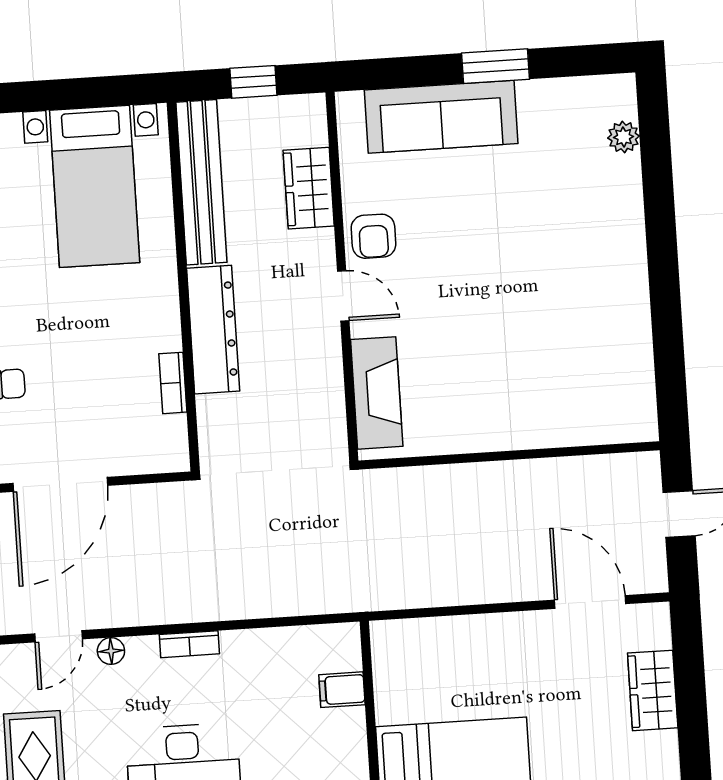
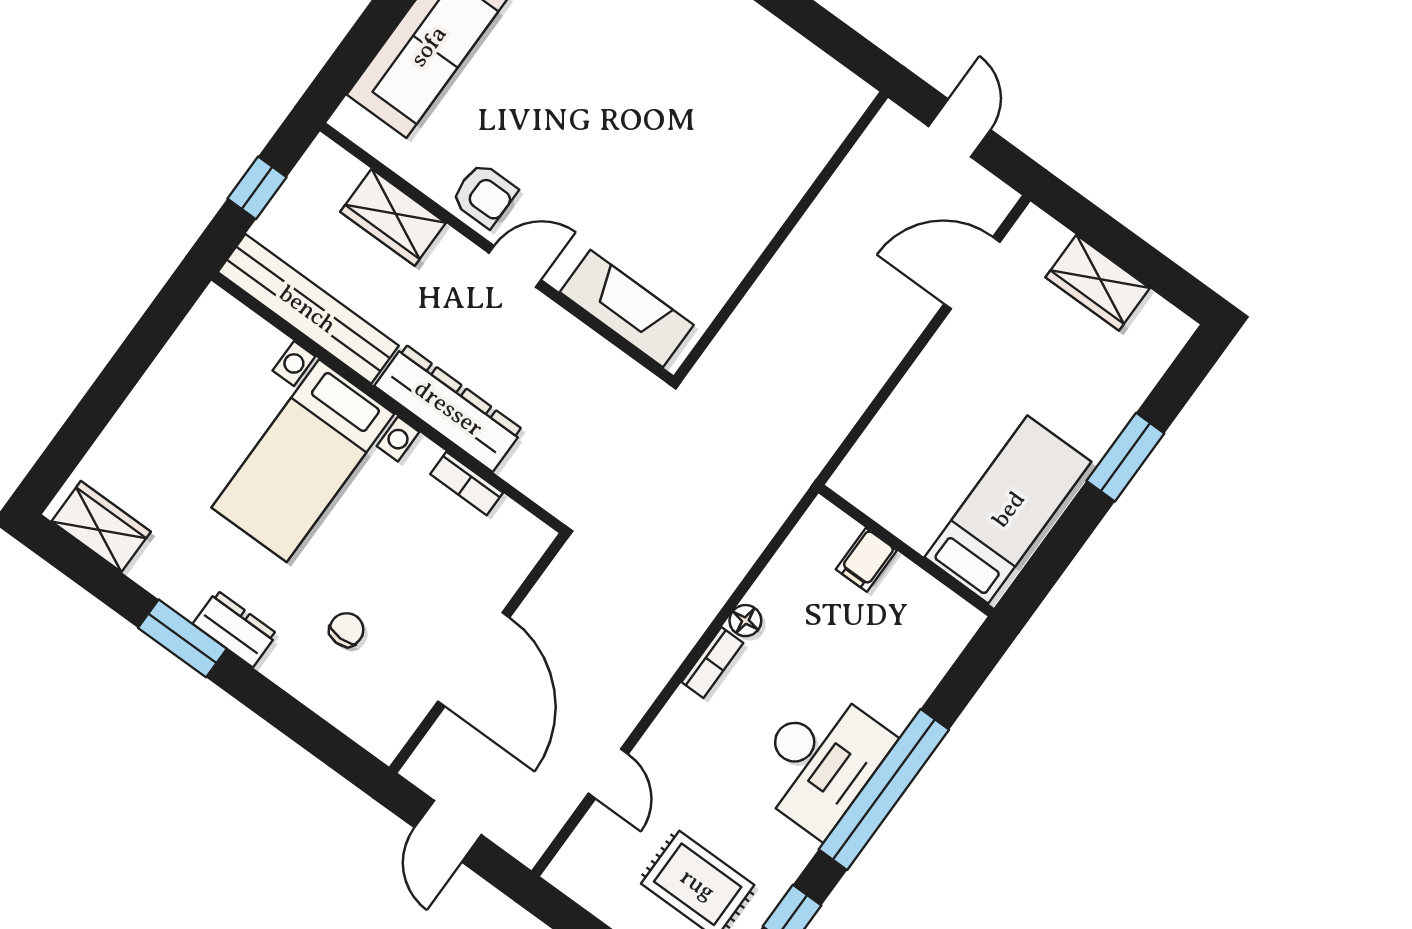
bed with nightstands: (95, 186) -> (303, 461), moved, turned 90
floor lamp: (111, 651) -> (745, 621), moved

